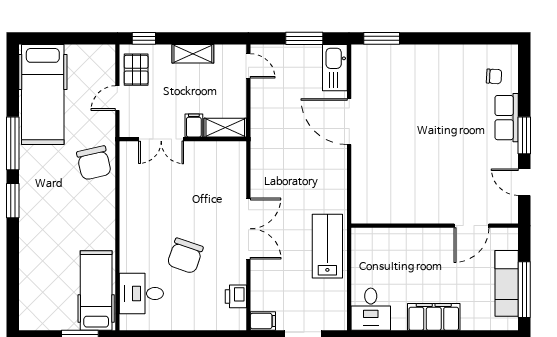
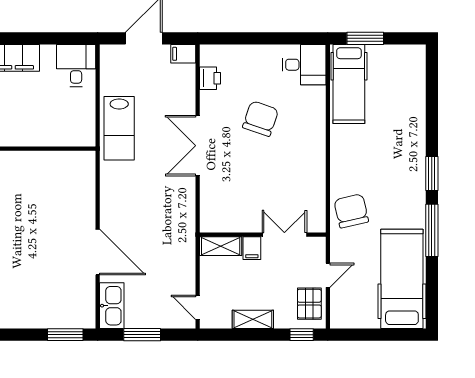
desk: (141, 293) -> (304, 65), moved

